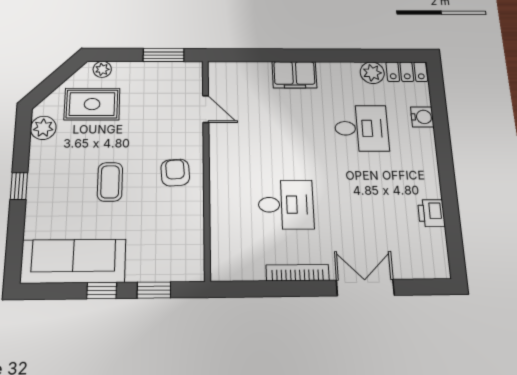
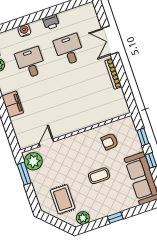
plant: (102, 69) -> (33, 161), moved, width x1.88, depth x1.88
water cooler: (422, 117) -> (24, 30), moved
armchair: (175, 173) -> (110, 142), moved
desk: (286, 205) -> (69, 50), moved
printer: (431, 213) -> (51, 22), moved

